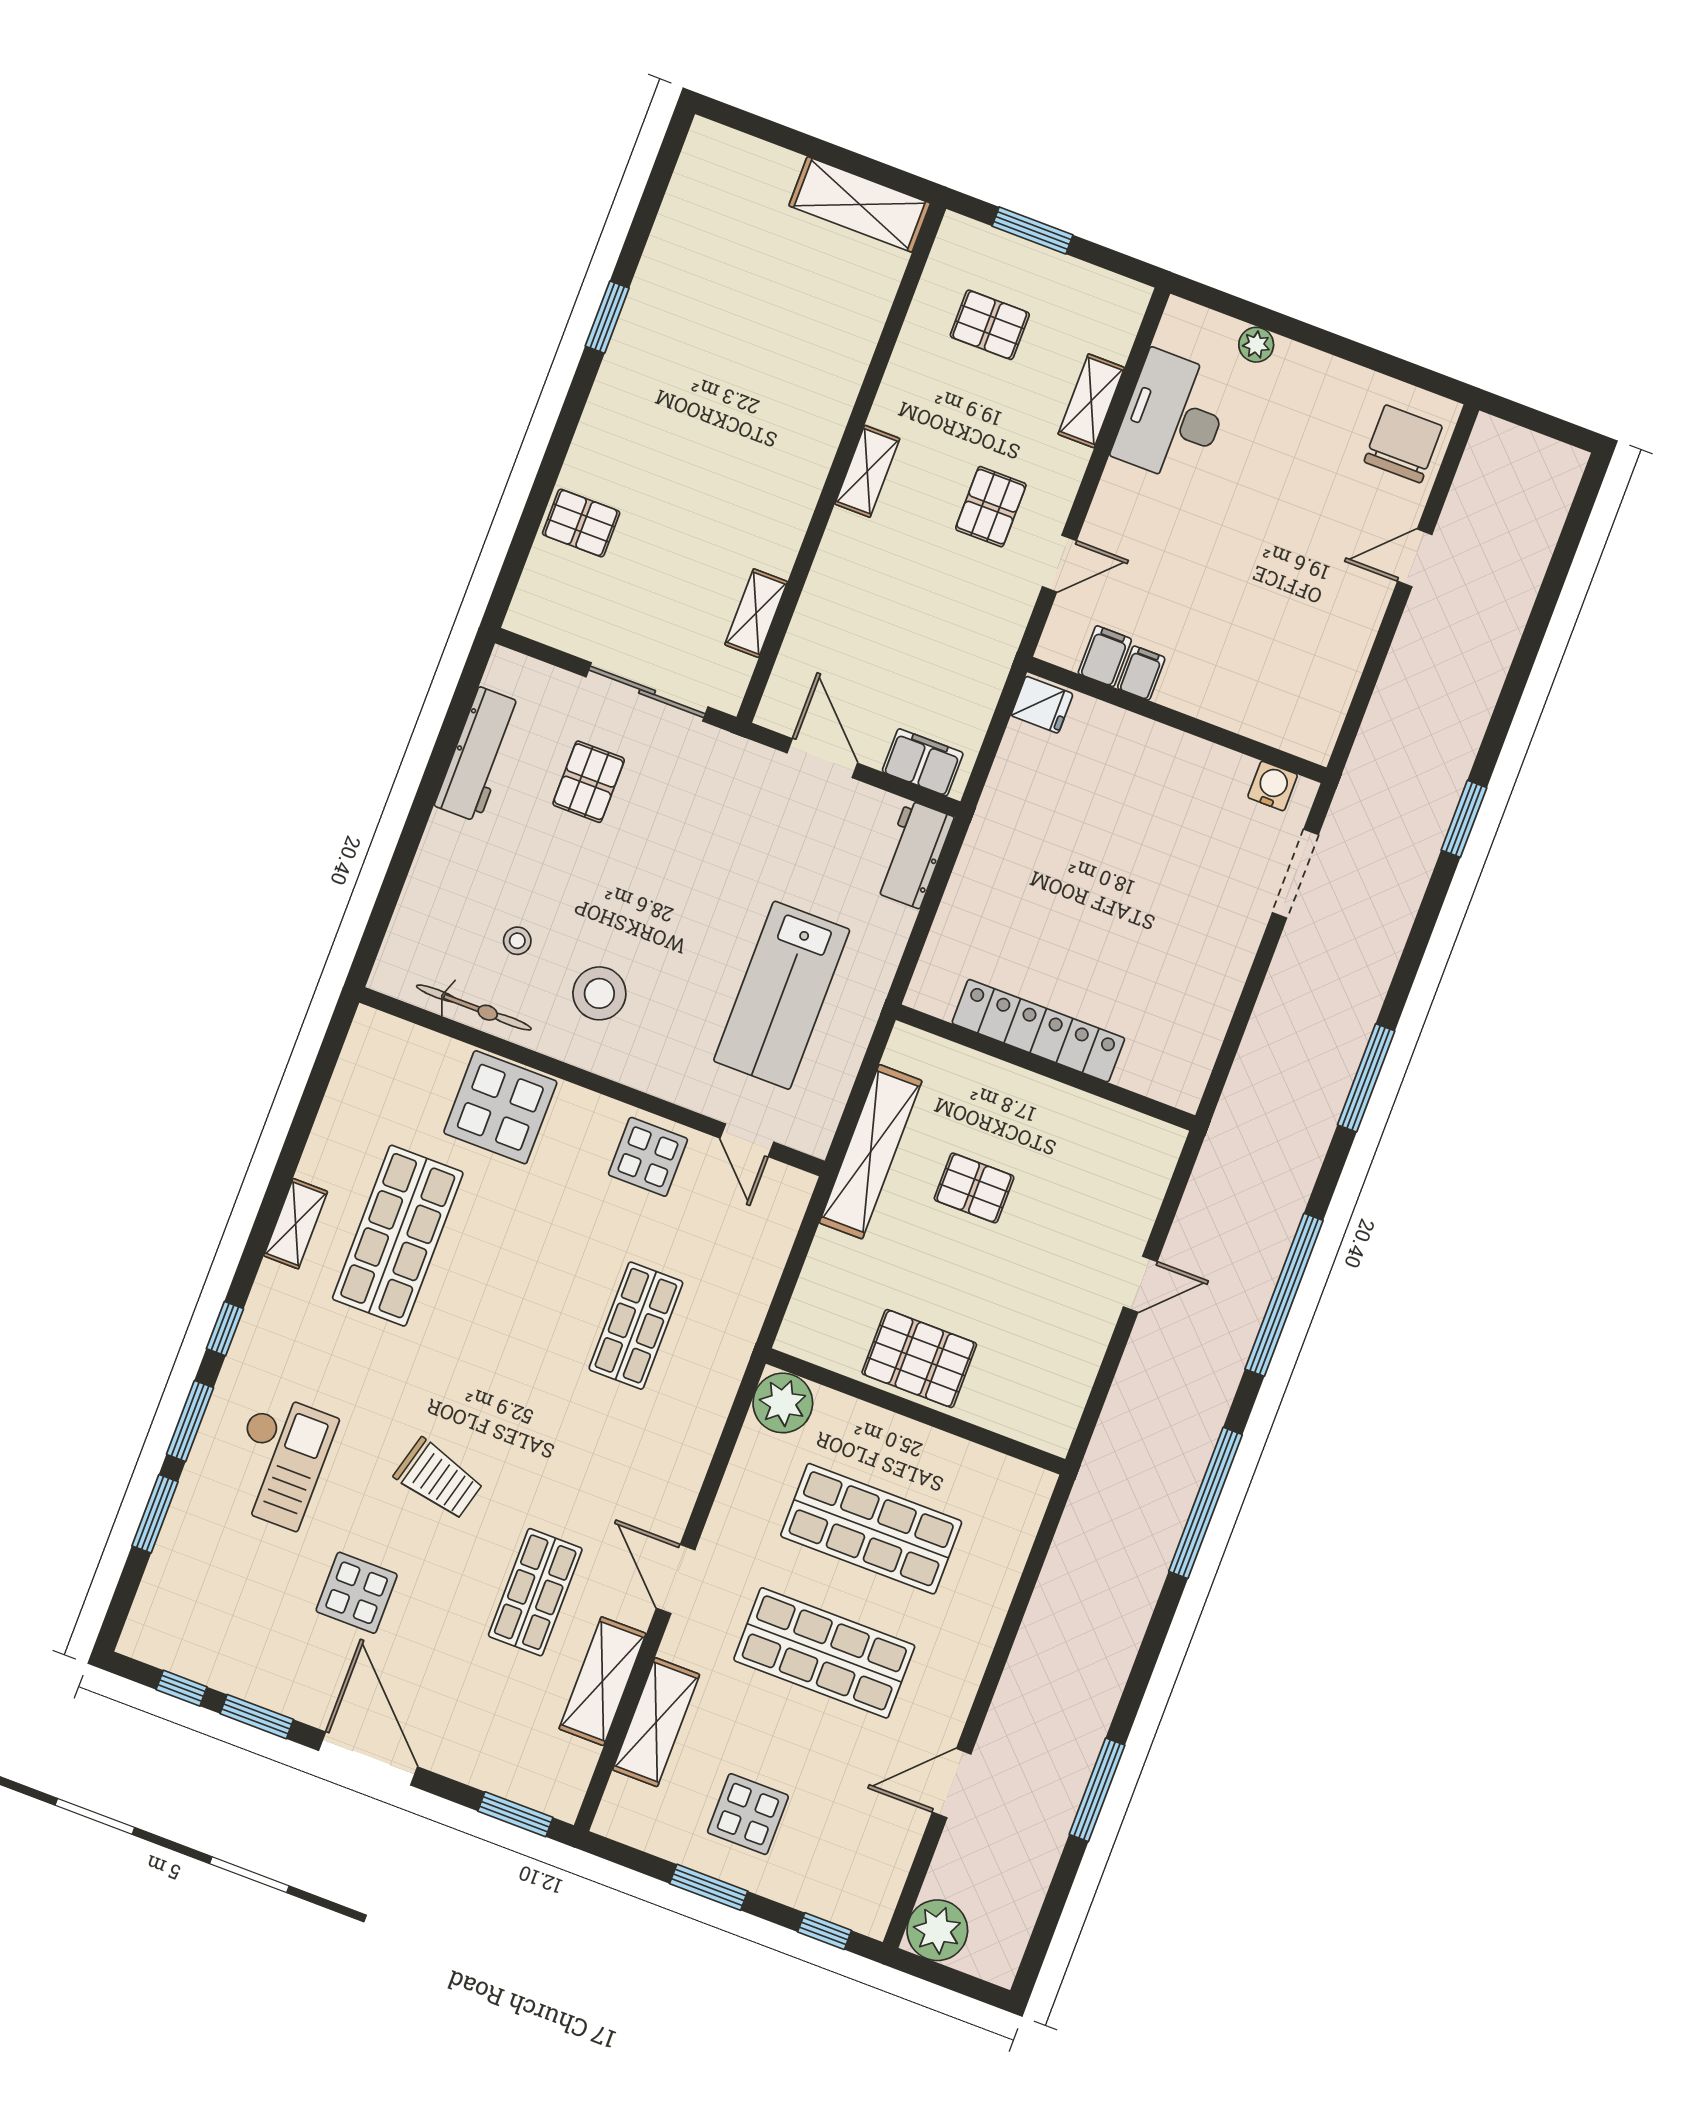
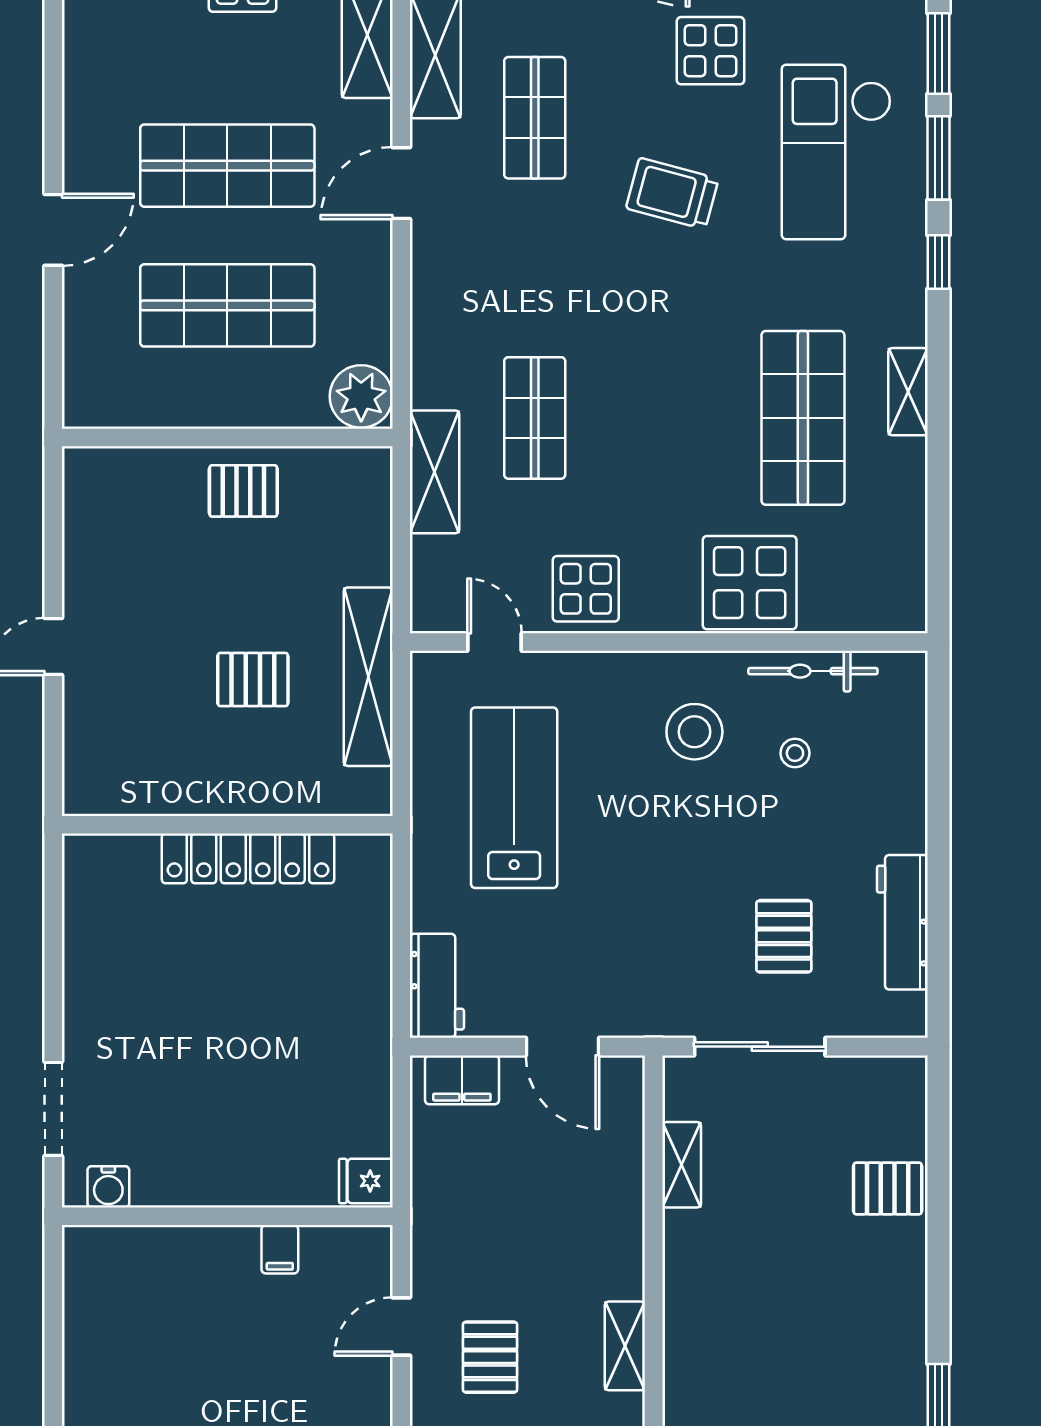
filing cabinet: (1105, 656) -> (322, 1252), removed
shelving: (743, 1311) -> (435, 472), added
pallet: (919, 1359) -> (243, 491), width x0.67, depth x0.71
checkout: (279, 1461) -> (836, 152), width x1.36, depth x1.21
door: (676, 1579) -> (401, 183), swing flipped
door: (952, 1783) -> (53, 230), moved

